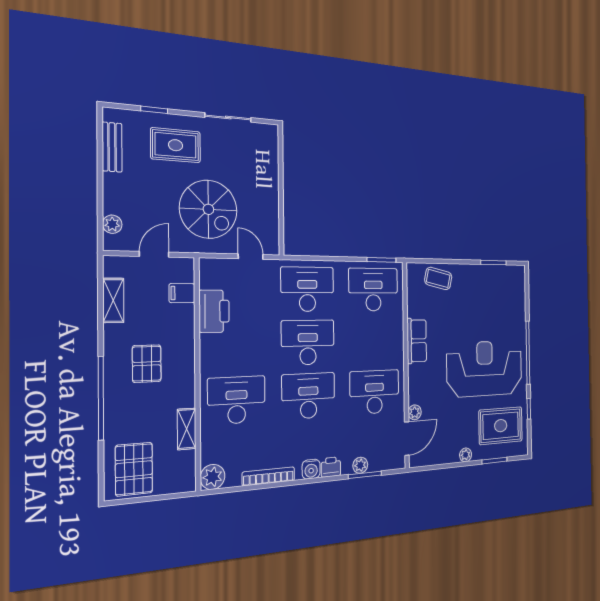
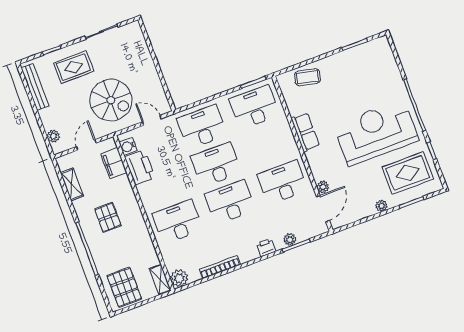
bench: (112, 147) -> (35, 87), width x1.36
filing cabinet: (182, 293) -> (114, 163), width x2.00
shelving: (187, 429) -> (160, 280), moved
water cooler: (311, 469) -> (128, 146), moved, turned 90

